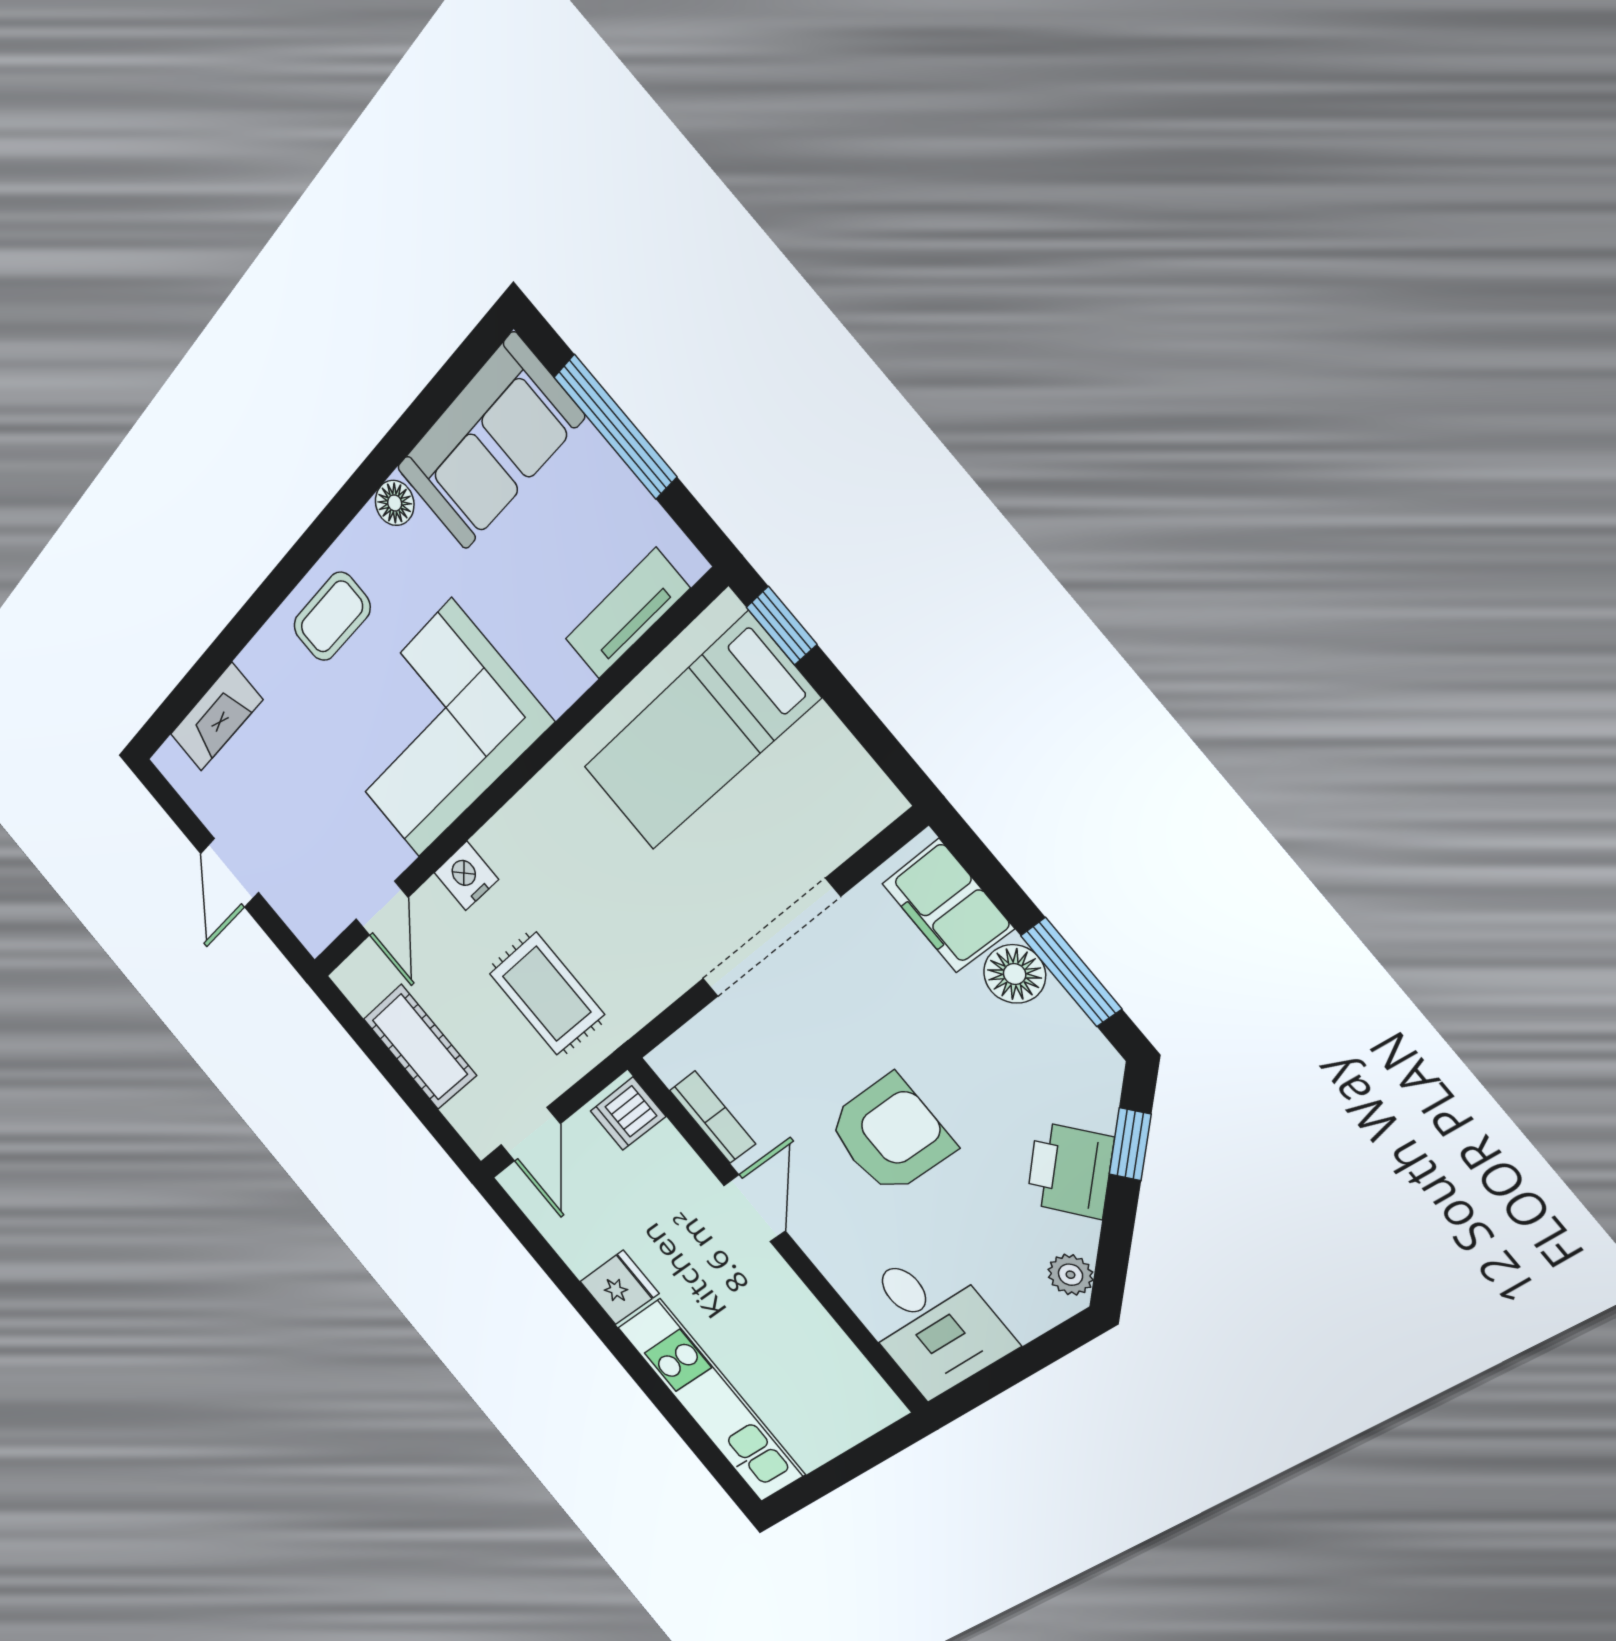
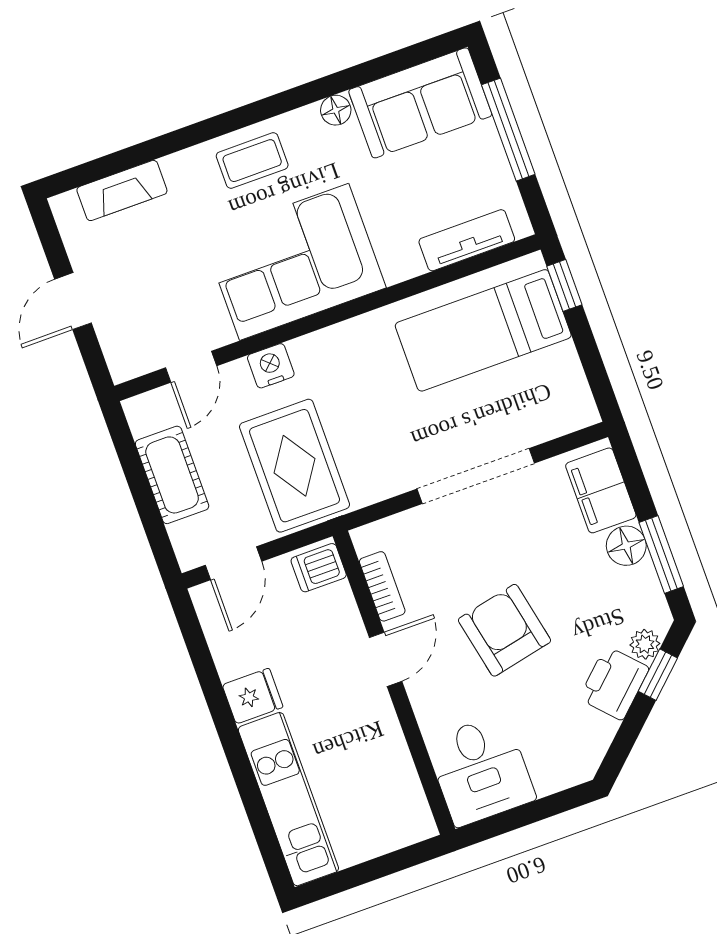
rug: (547, 994) -> (295, 466), width x1.36, depth x1.43
armchair: (890, 1135) -> (504, 630), turned -102
plant: (1070, 1275) -> (645, 644), moved

